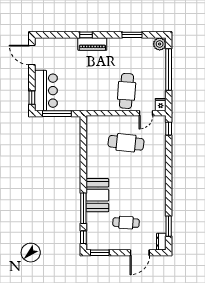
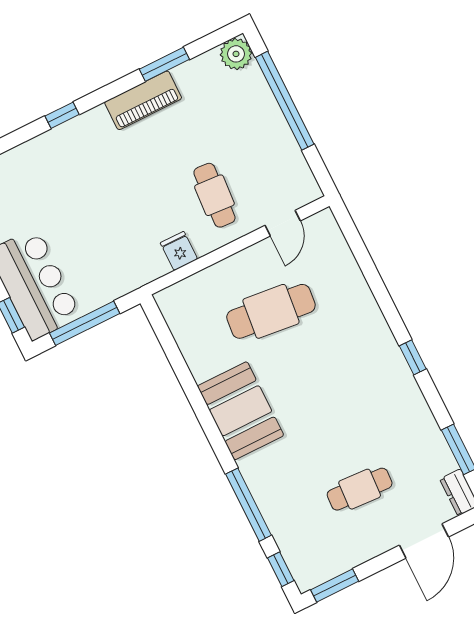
piano: (92, 44) -> (143, 100), moved
cafe table: (127, 91) -> (214, 195), width x0.73, depth x0.74
fridge: (161, 105) -> (179, 251), moved
window: (169, 129) -> (413, 357), moved
booth: (97, 195) -> (241, 411), moved

